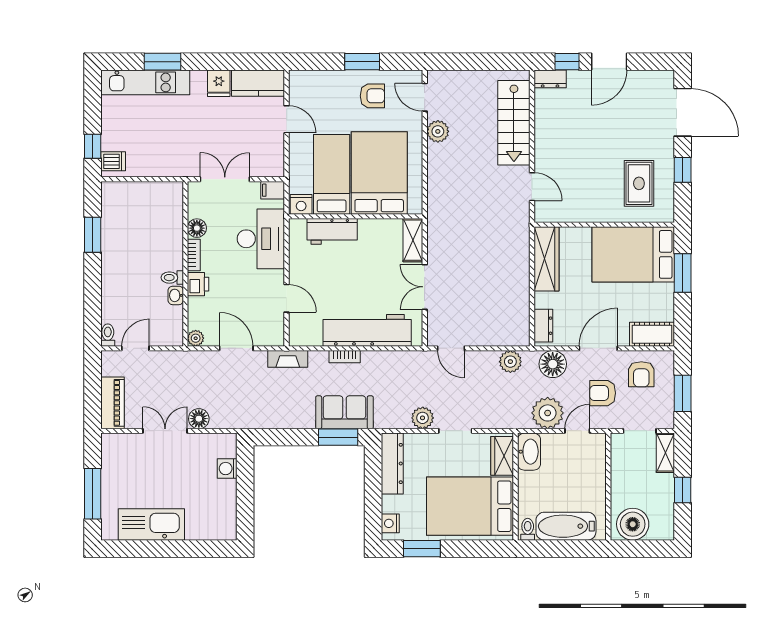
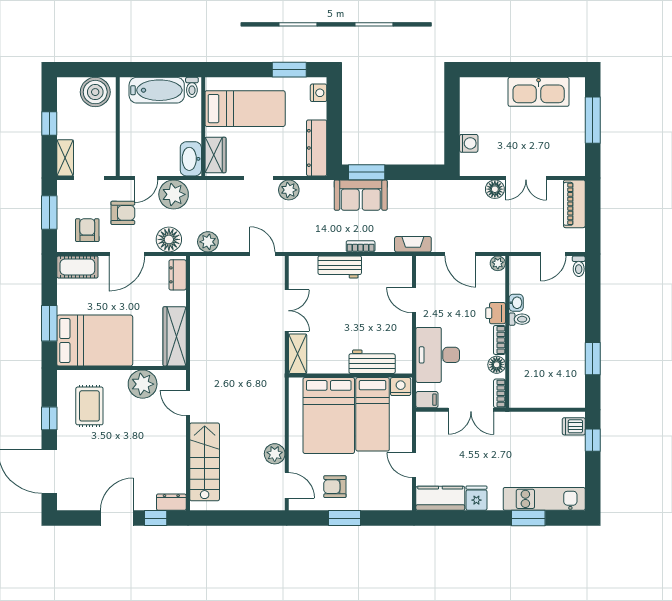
bookcase: (194, 197) -> (500, 393), added
plant: (581, 207) -> (143, 384), added
workbench: (367, 330) -> (340, 267), width x0.53, depth x0.76
bed: (470, 506) -> (245, 109), width x0.67

